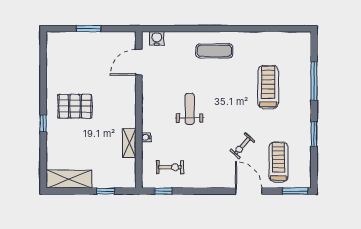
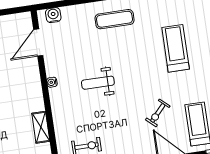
weight bench: (190, 109) -> (98, 83), turned -90
water cooler: (146, 137) -> (52, 82), moved

